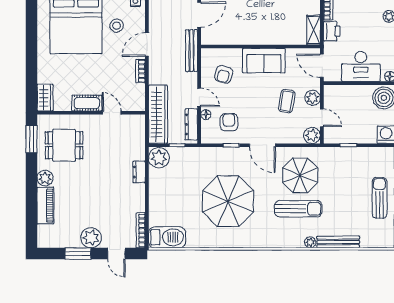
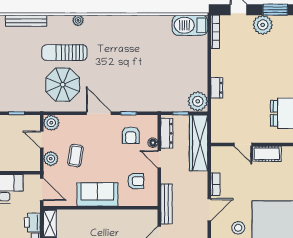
armchair: (224, 74) -> (136, 181), turned 75
parasol: (228, 201) -> (132, 60), removed
plant: (310, 242) -> (78, 20), moved

